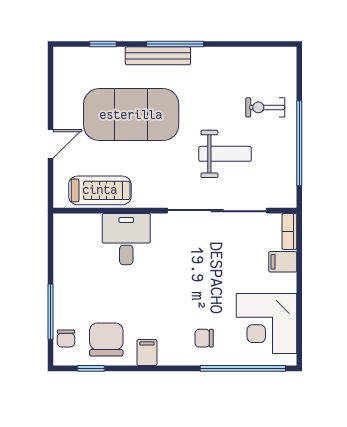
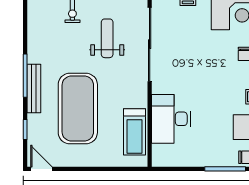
door: (51, 144) -> (41, 169), moved
treadmill: (100, 190) -> (134, 132), turned 180
desk: (126, 239) -> (171, 119), width x1.37

